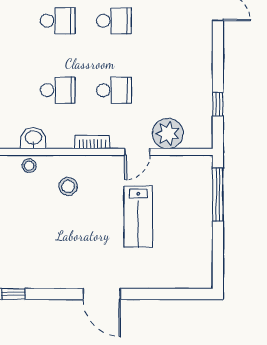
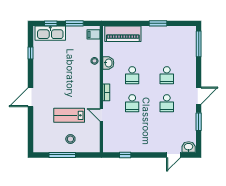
plant: (168, 134) -> (111, 130), removed
stool: (68, 186) -> (70, 139), moved
window: (218, 194) -> (62, 155), moved

